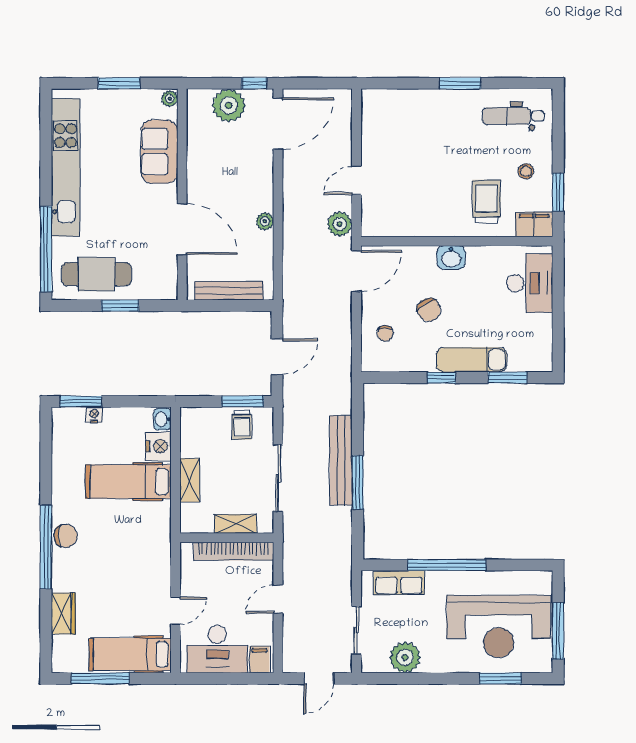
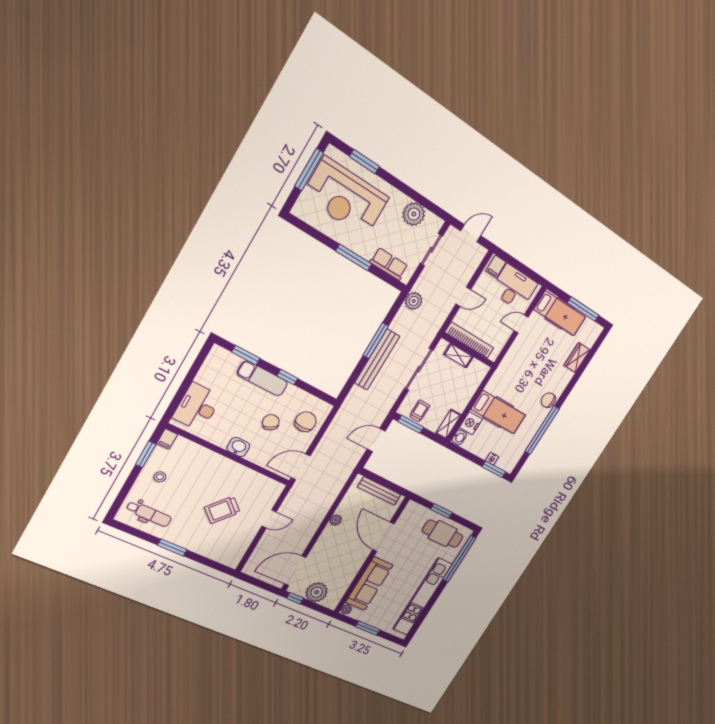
sofa: (159, 152) -> (369, 584), width x1.36
trolley: (486, 202) -> (222, 510), moved, turned 41
plant: (340, 224) -> (414, 301), moved
filing cabinet: (534, 225) -> (167, 439), width x0.50
chair: (385, 333) -> (306, 422), width x1.87, depth x1.87
shelving: (190, 480) -> (448, 424), moved
window: (46, 547) -> (542, 430), moved
window: (447, 565) -> (354, 258), width x0.68
reception desk: (499, 626) -> (345, 197), turned 180

